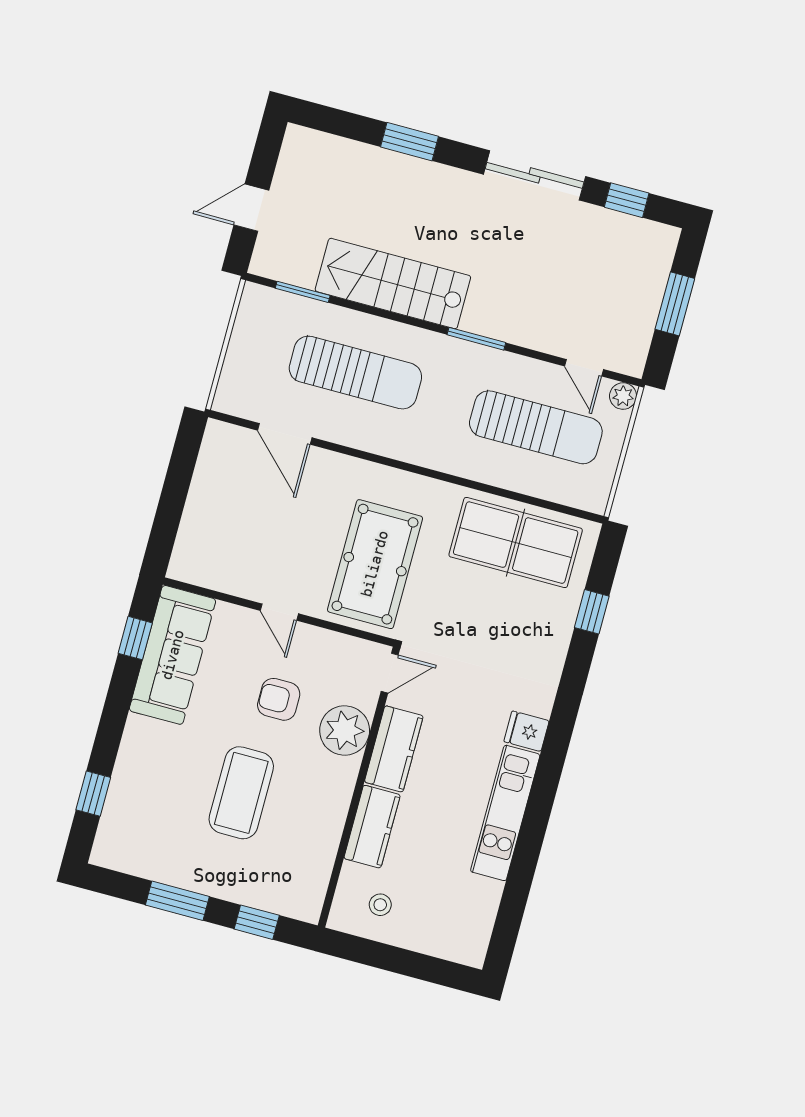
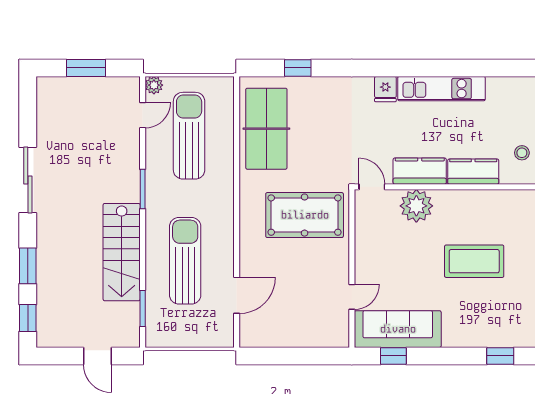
window: (627, 200) -> (28, 318), moved
door: (279, 612) -> (352, 297), moved
armchair: (279, 699) -> (408, 253), removed

